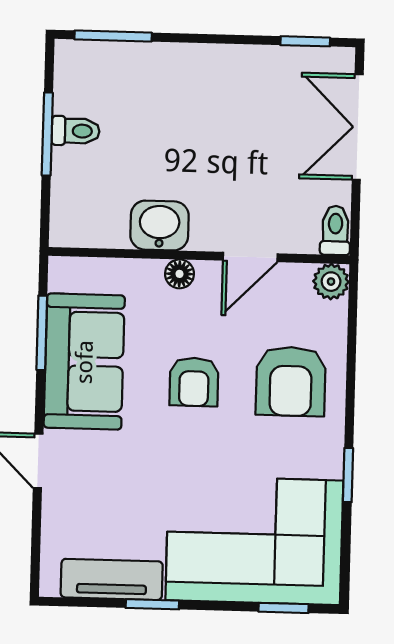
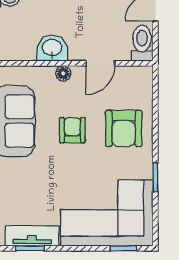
toilet: (335, 230) -> (142, 43), width x1.37, depth x1.39
plant: (331, 282) -> (143, 75), removed
armchair: (194, 382) -> (72, 130), turned 180
window: (152, 604) -> (30, 248), moved

